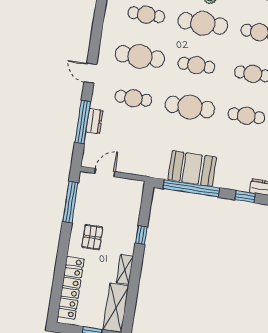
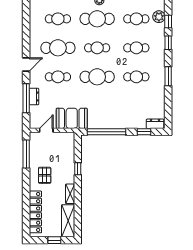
door: (90, 73) -> (26, 64), swing flipped
booth: (192, 169) -> (72, 118), moved

